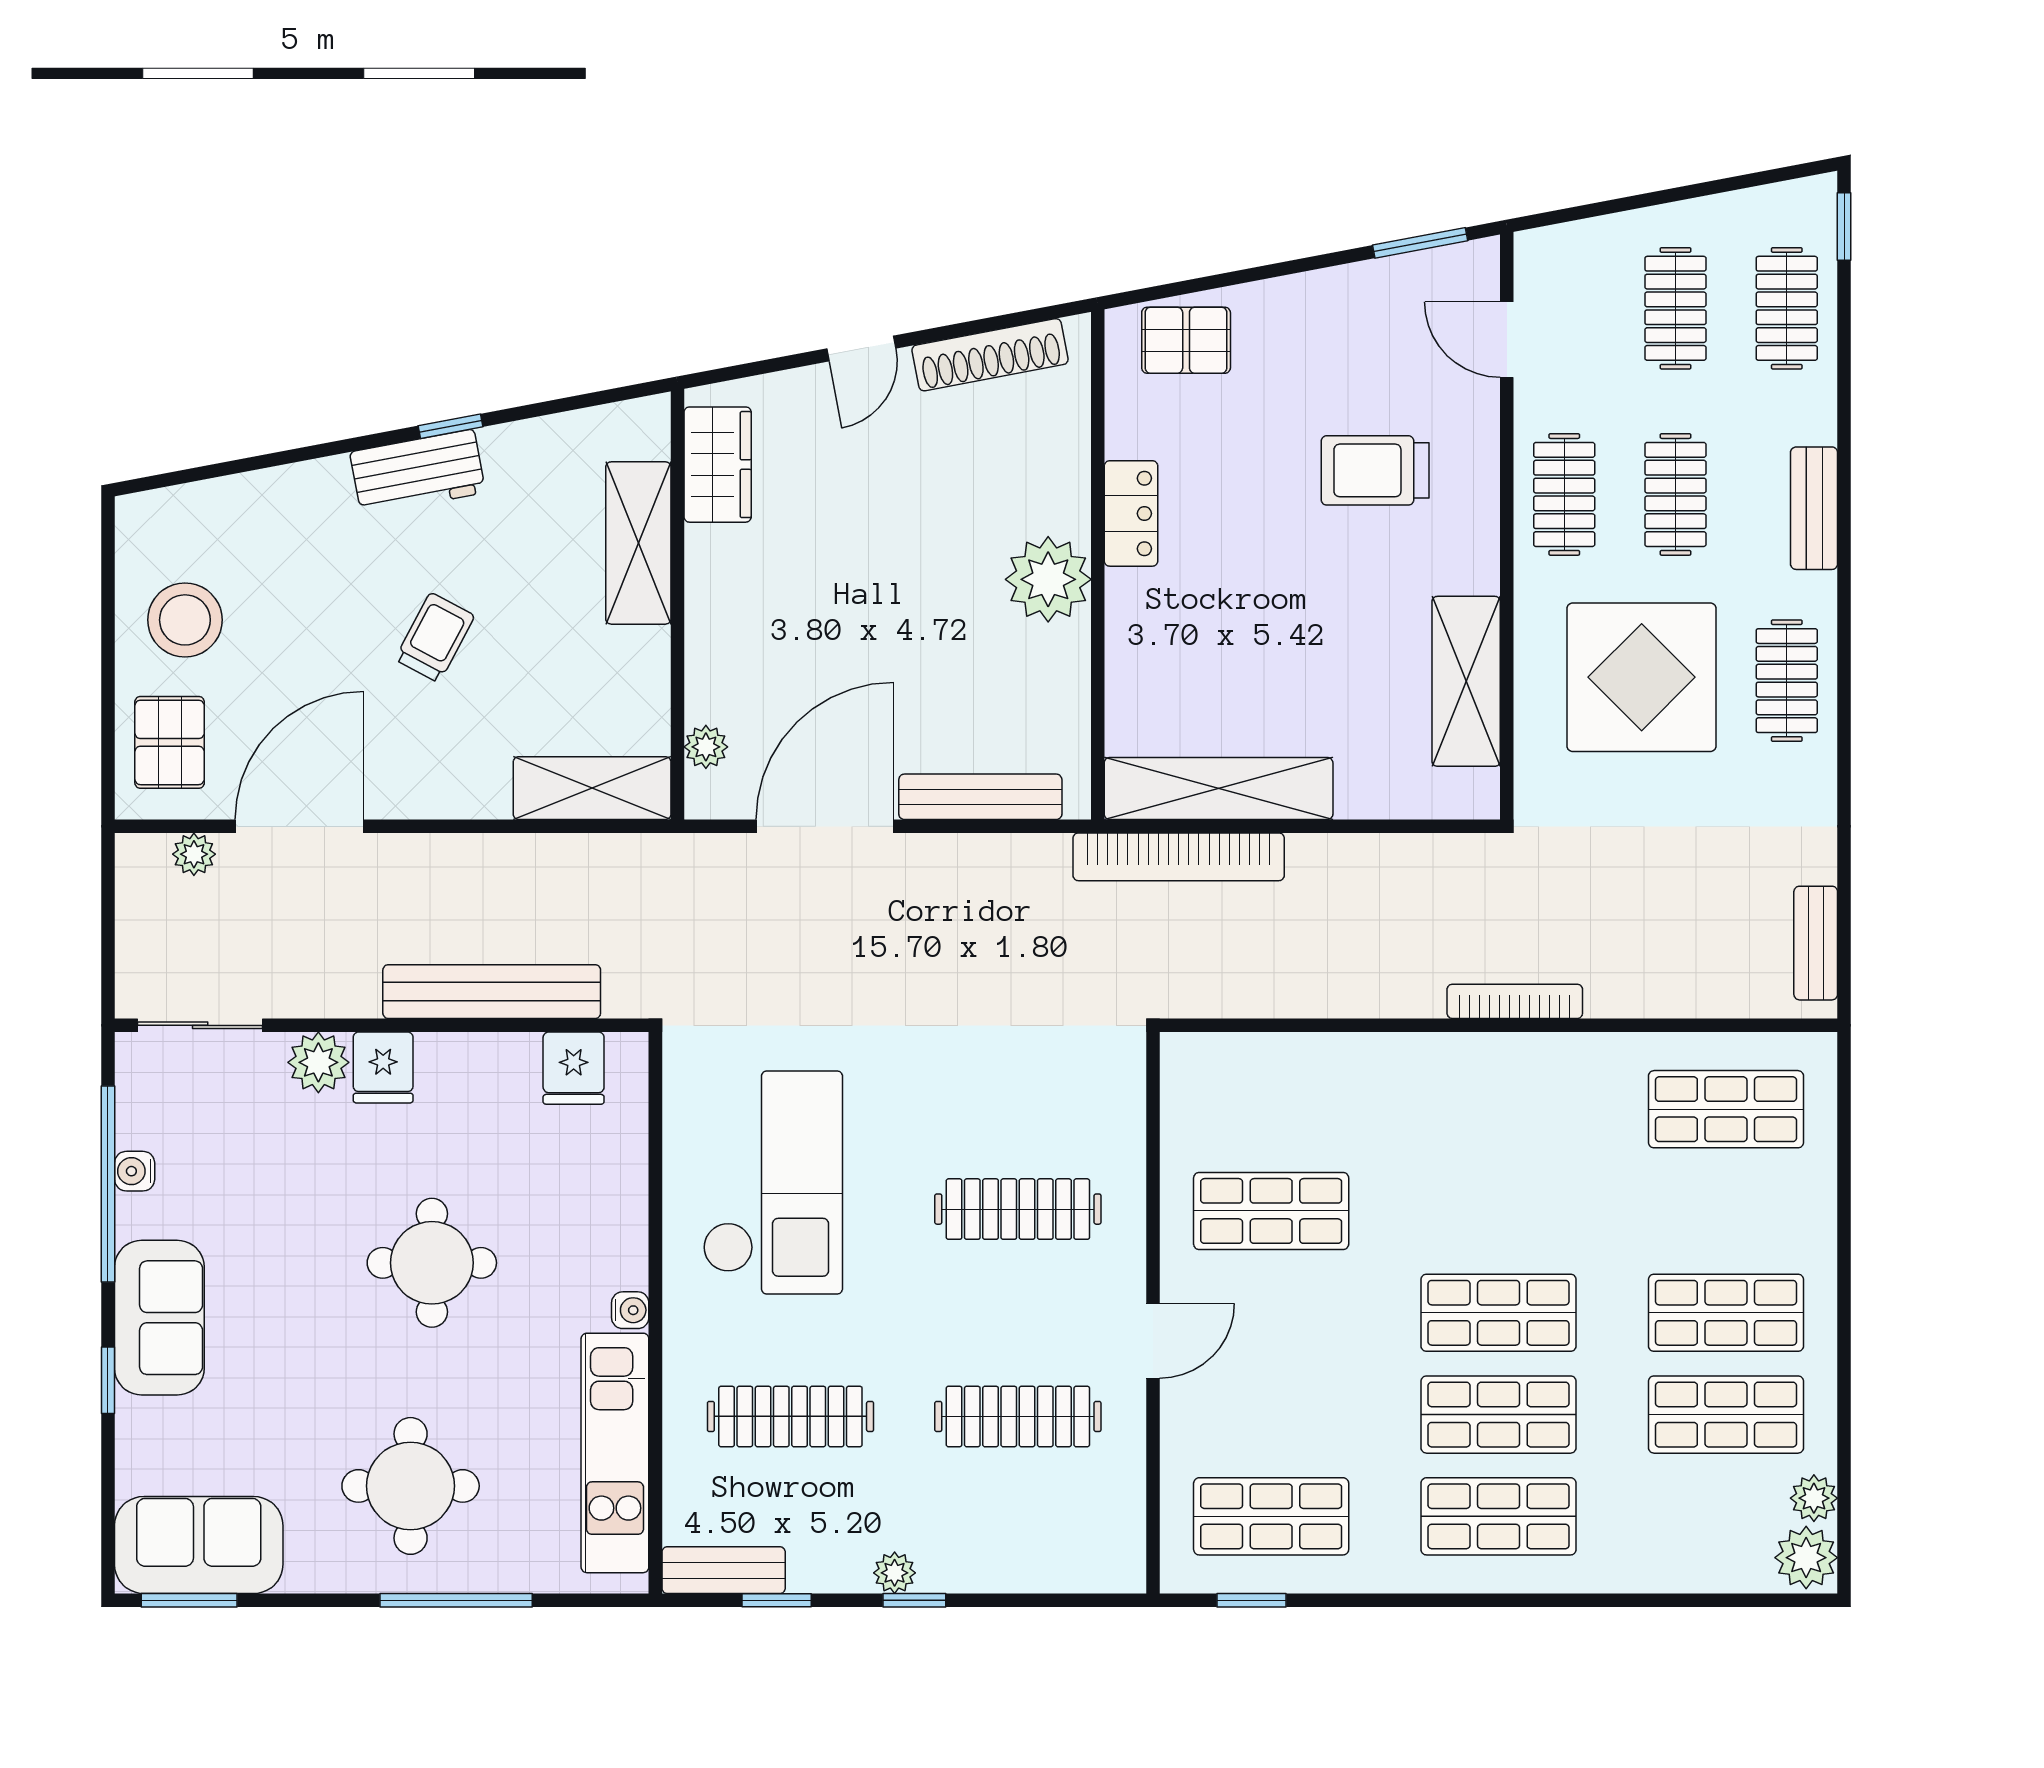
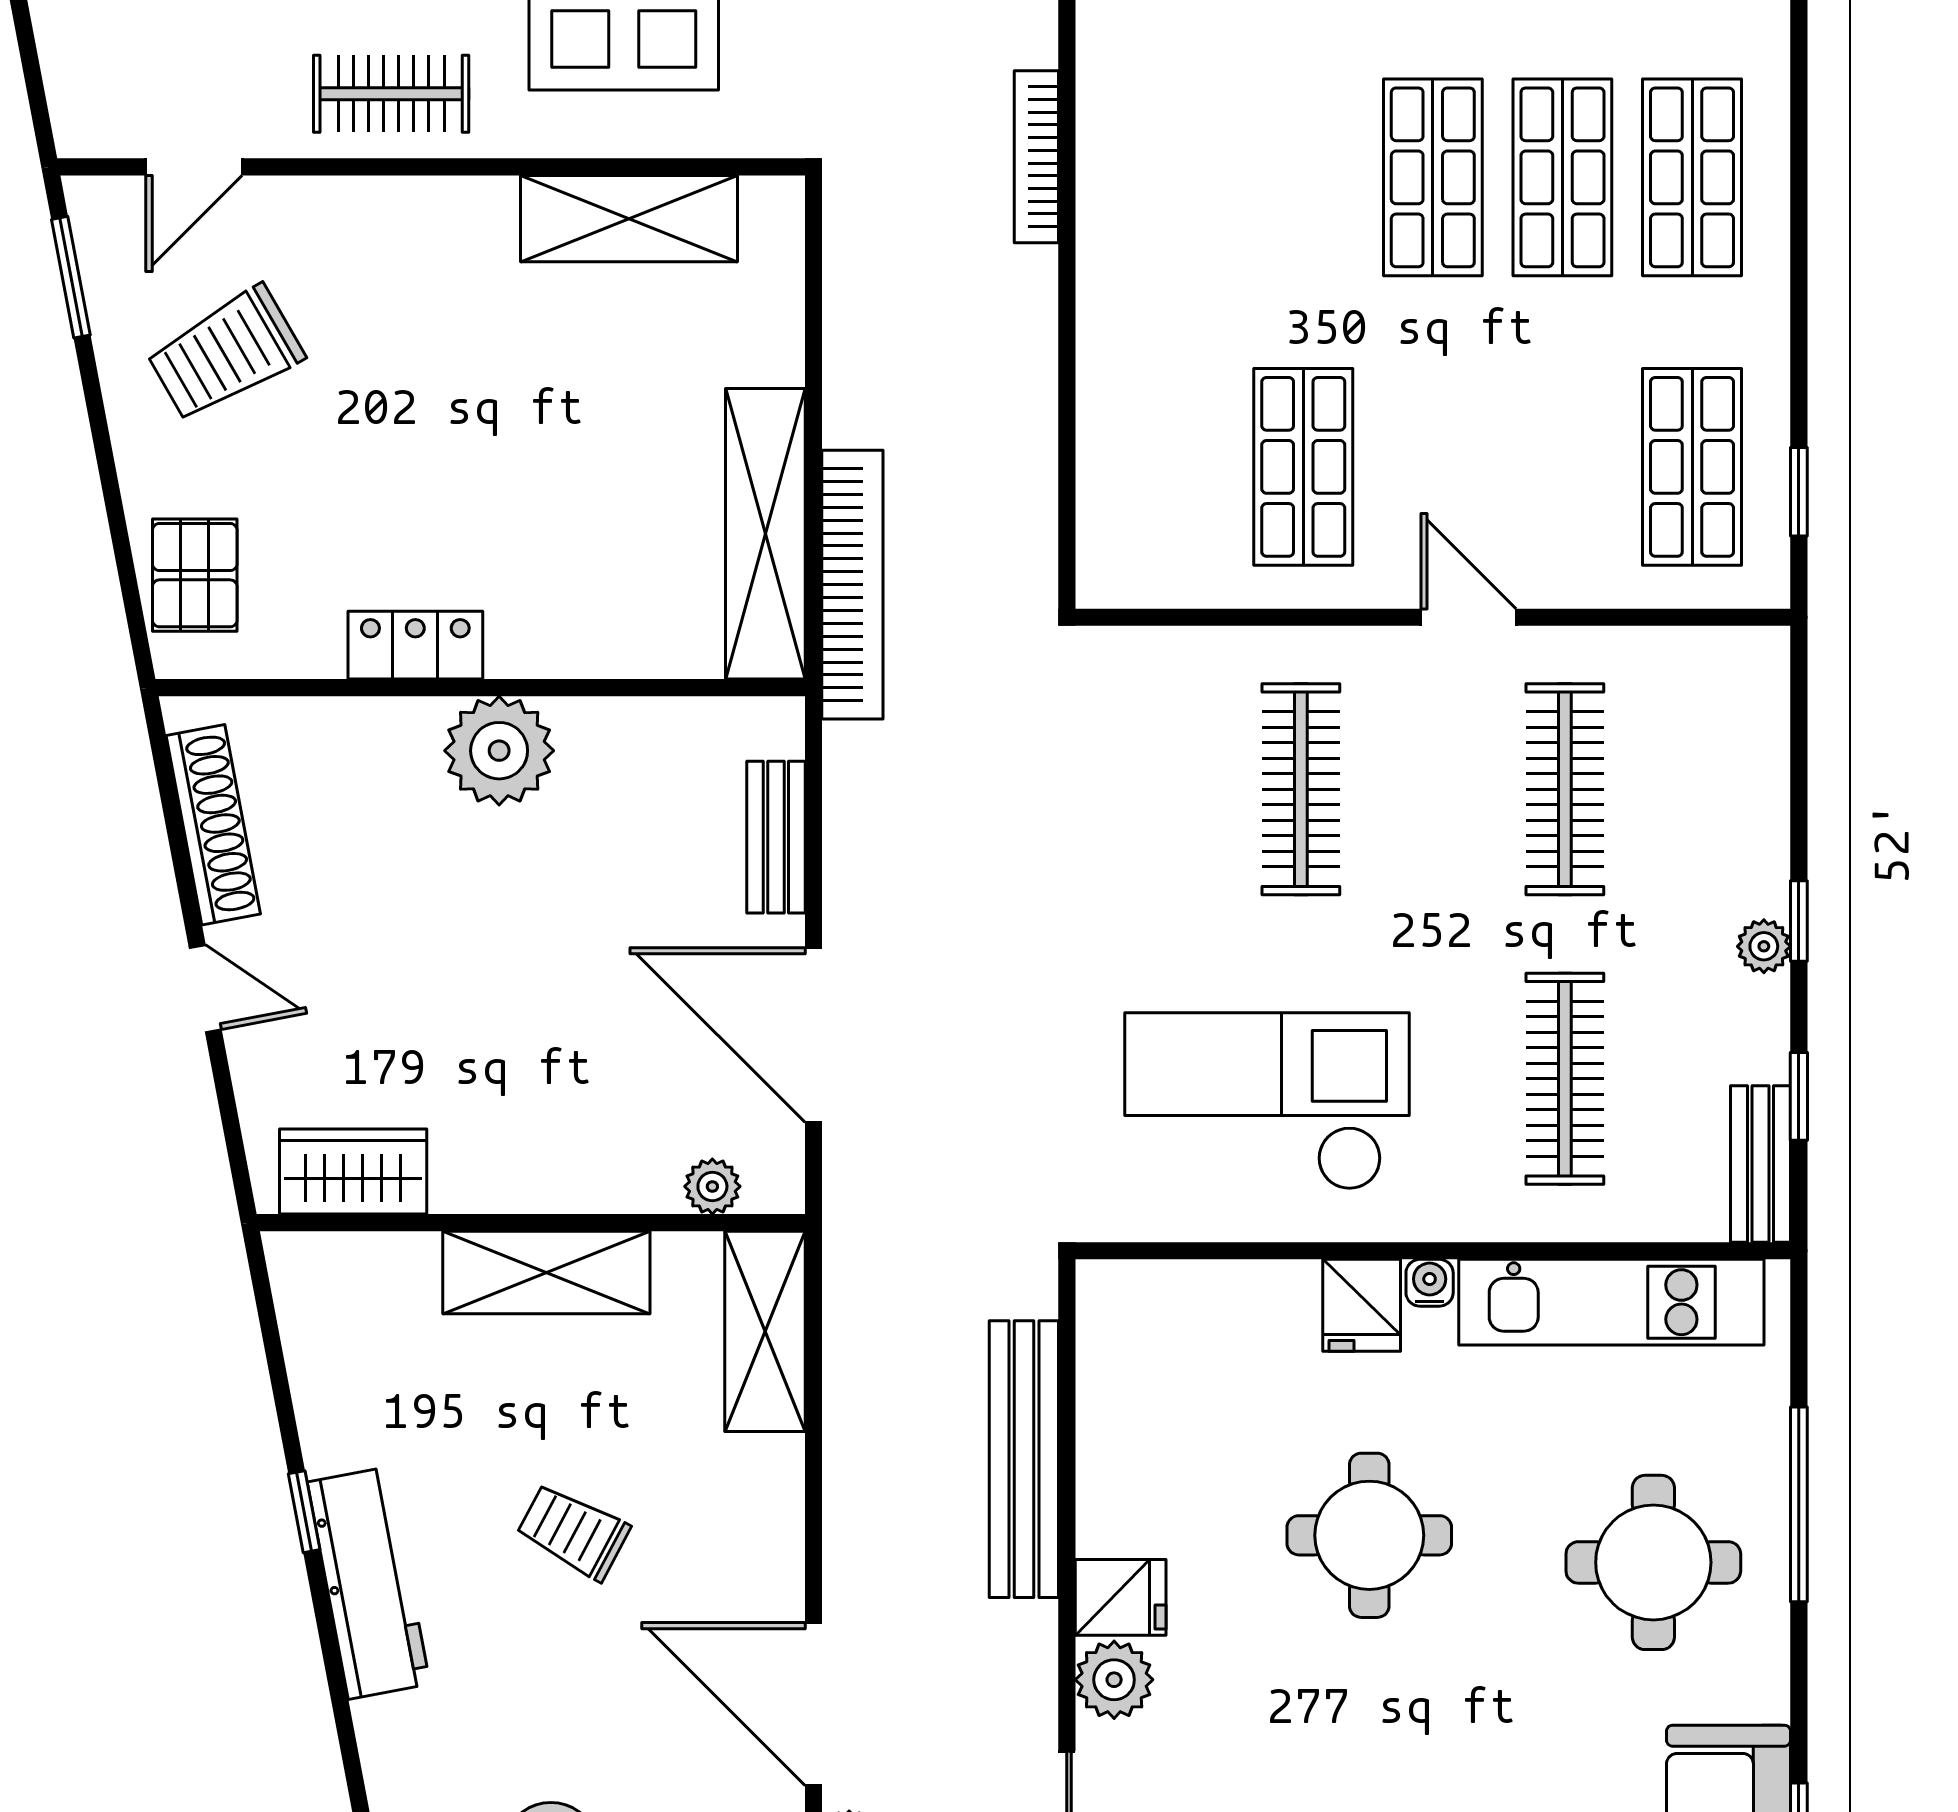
trolley: (1375, 470) -> (225, 354), moved, turned 60
workbench: (418, 472) -> (369, 1583), width x1.37
shelving: (638, 543) -> (546, 1272), moved
bench: (980, 797) -> (776, 837), width x0.73
fridge: (574, 1068) -> (1362, 1305), moved, turned 90

